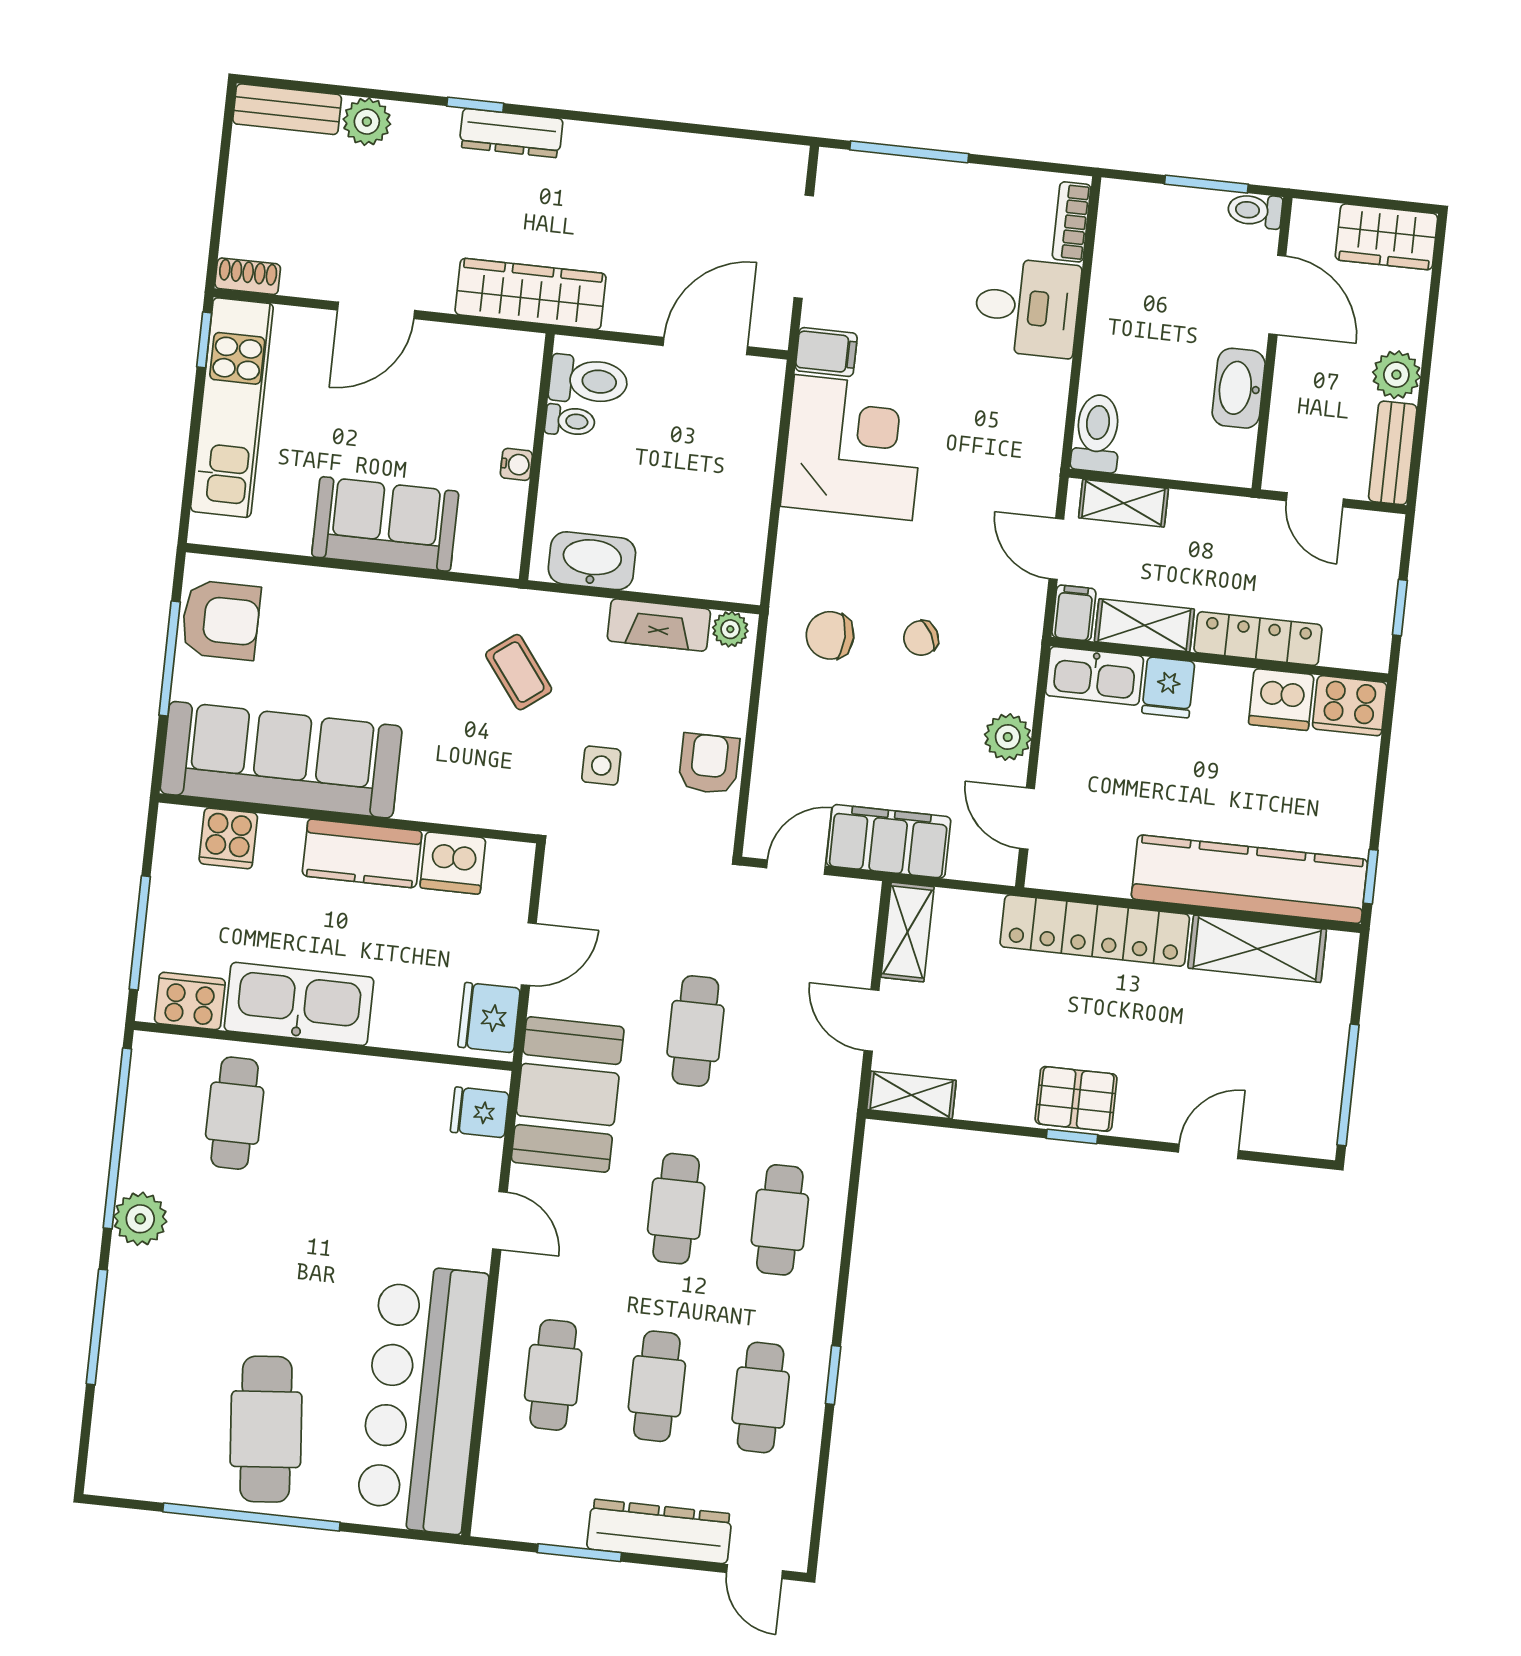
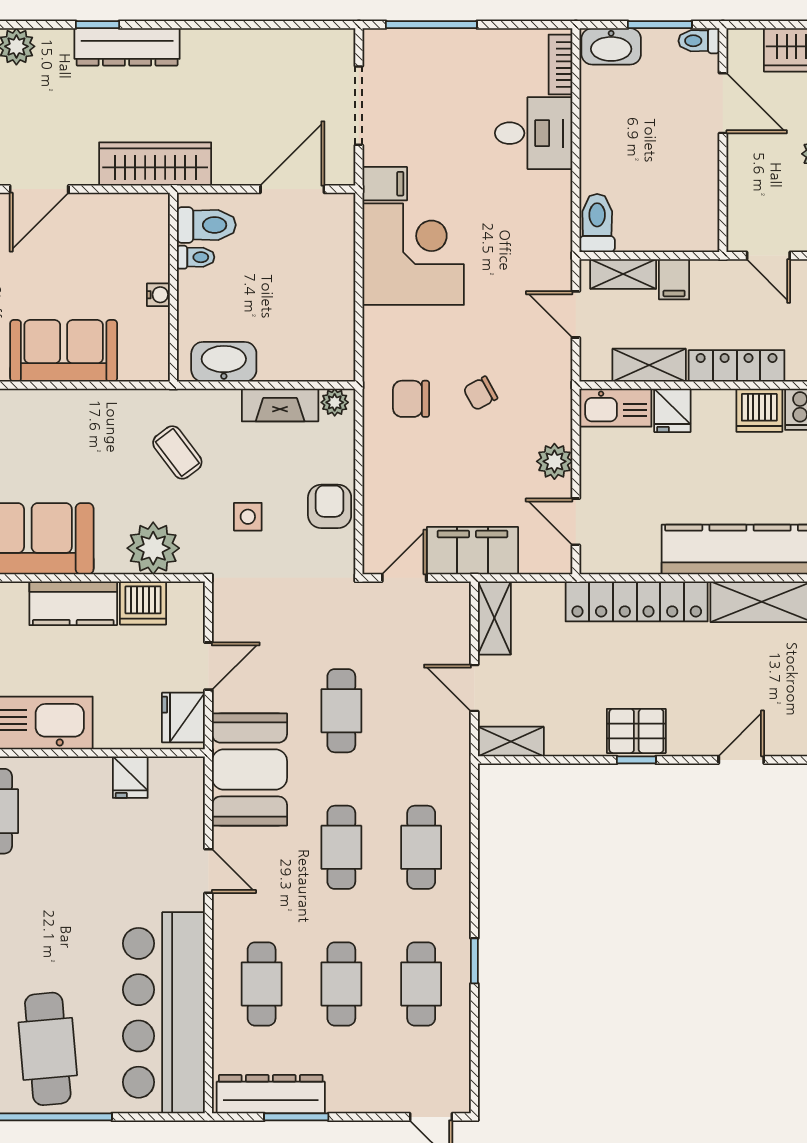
dresser: (511, 133) -> (127, 47), width x1.37, depth x1.24
washbasin: (1239, 388) -> (611, 46), moved, turned -90
filing cabinet: (1074, 613) -> (674, 279), moved, turned 180
plant: (474, 793) -> (153, 548), added
fridge: (480, 1112) -> (130, 777), moved, turned -90
dresser: (659, 1531) -> (271, 1094), moved

